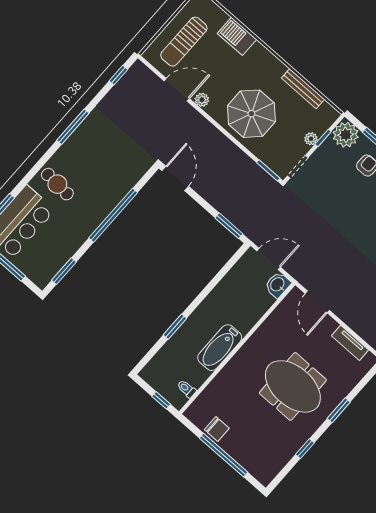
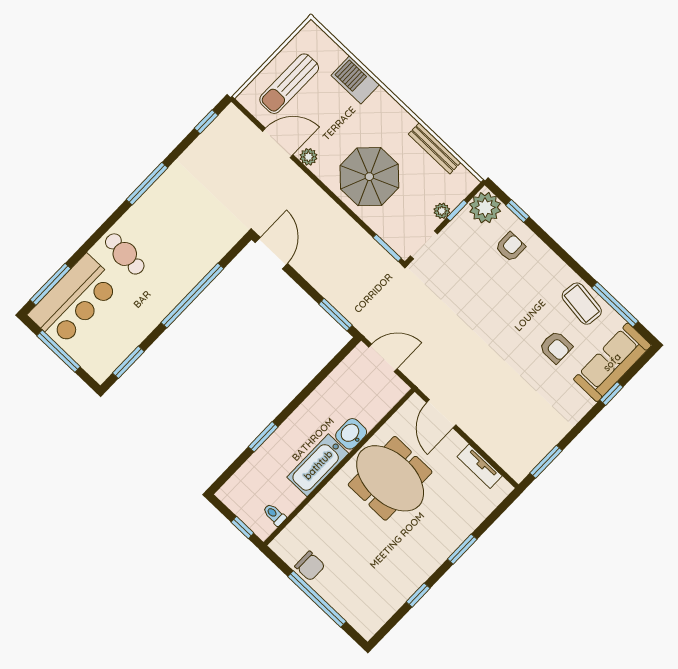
washbasin: (278, 285) -> (351, 434), moved
meeting table: (293, 386) -> (390, 478), moved

